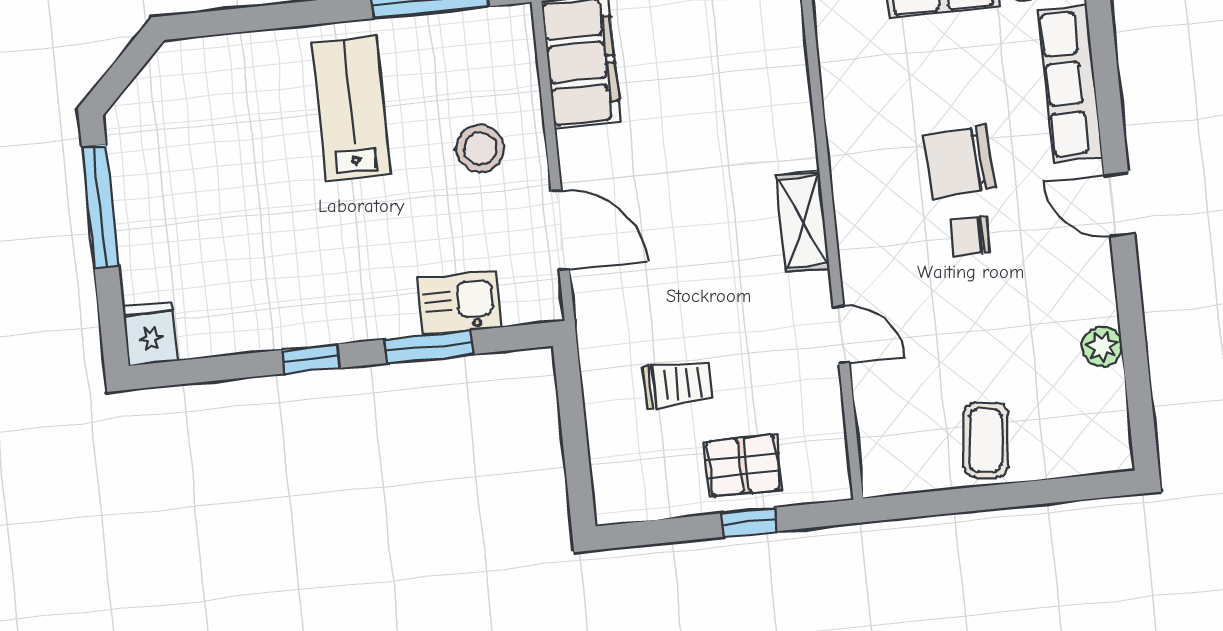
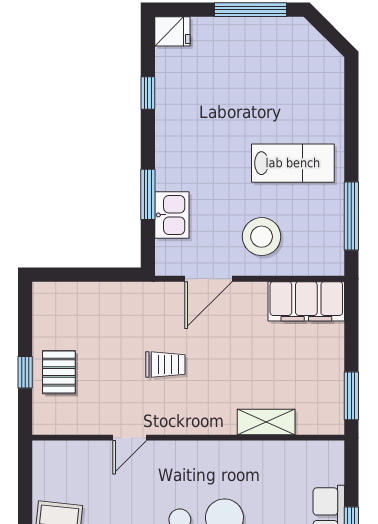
stool: (480, 148) -> (262, 237), width x1.38, depth x1.38
shelving: (803, 222) -> (266, 422), moved
window: (311, 359) -> (148, 93), moved
trolley: (678, 384) -> (165, 365), moved, turned -90

